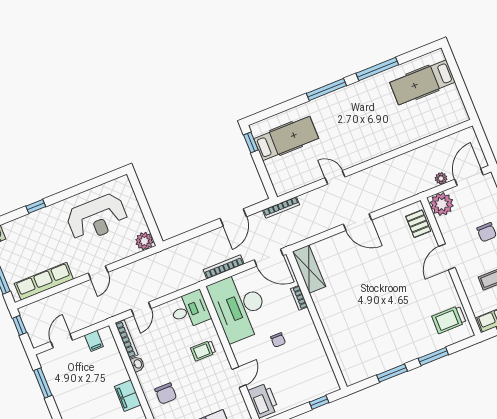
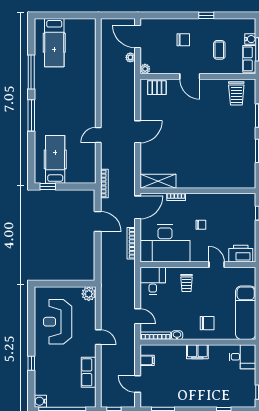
plant: (442, 204) -> (145, 69), width x0.53, depth x0.53
reception desk: (97, 218) -> (58, 322), turned 180
row of seats: (44, 281) -> (89, 372), width x0.68

